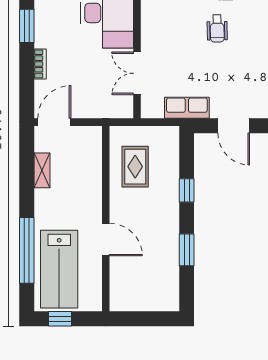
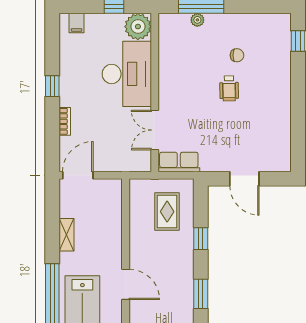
window: (27, 26) -> (52, 86), width x0.67
row of seats: (187, 108) -> (179, 162), moved
rug: (135, 167) -> (167, 212), moved
shelving: (42, 170) -> (66, 235), moved

